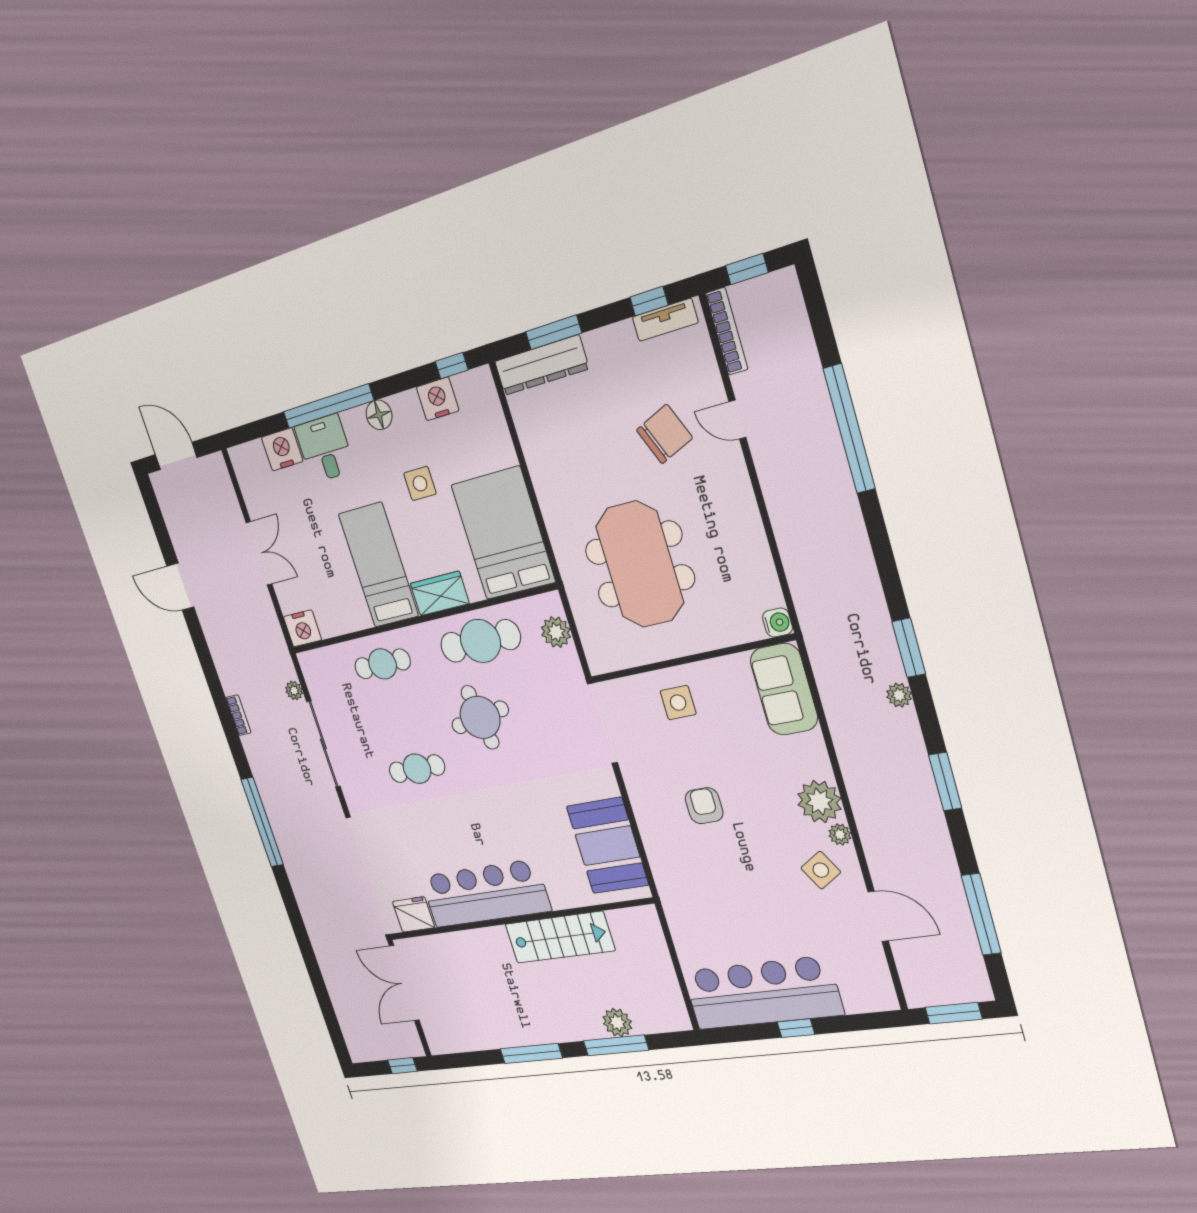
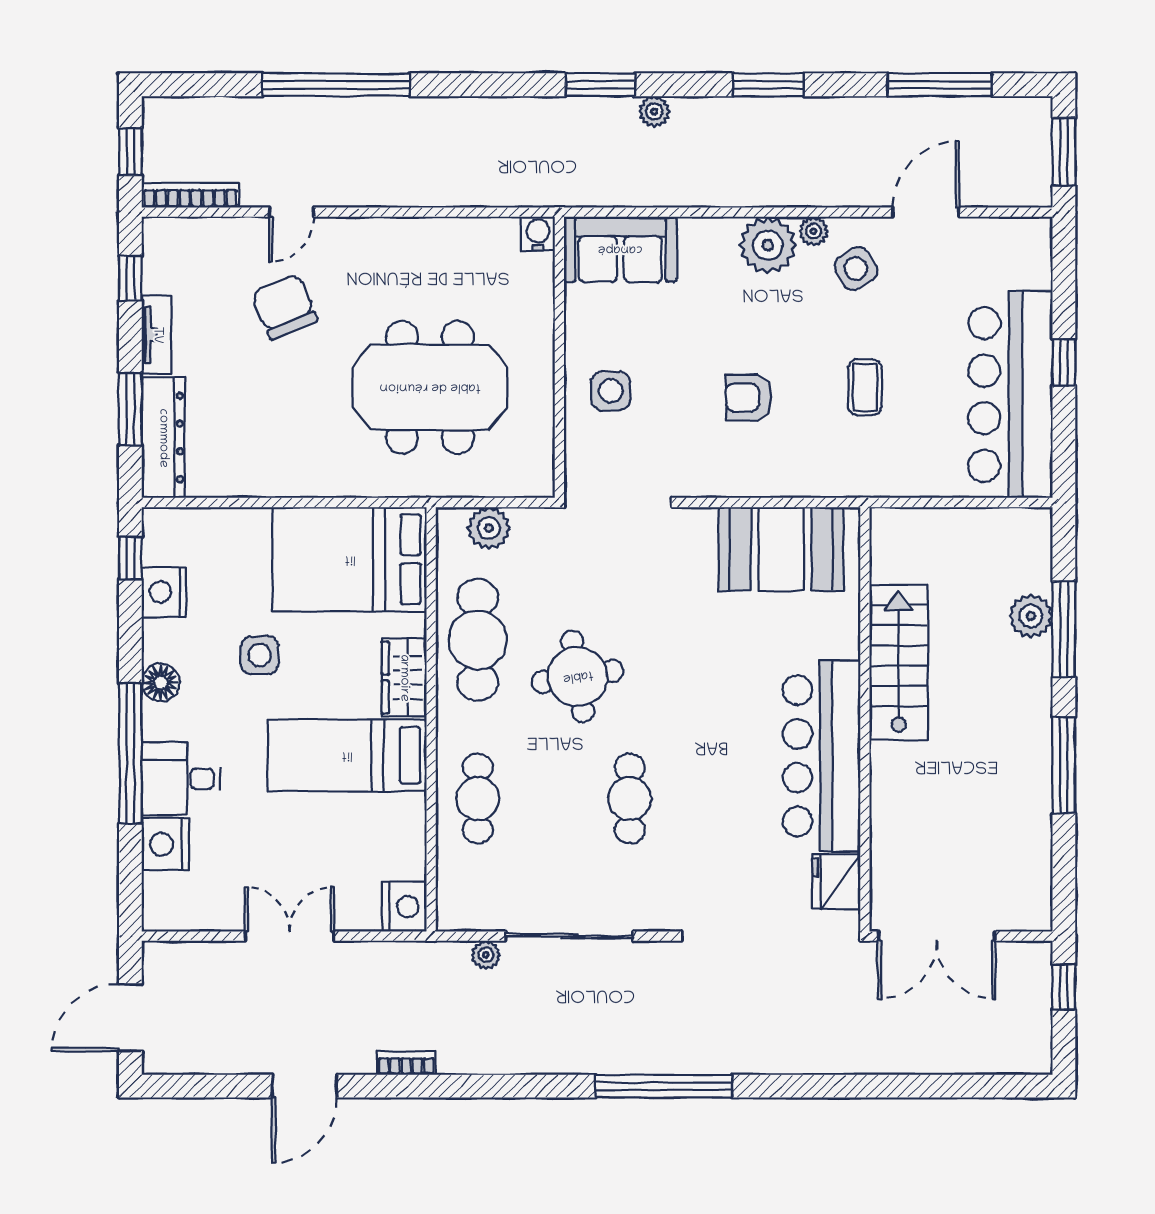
tv unit: (665, 320) -> (157, 335), moved
bookcase: (238, 715) -> (406, 1063), moved
coffee table: (736, 889) -> (865, 387), added

